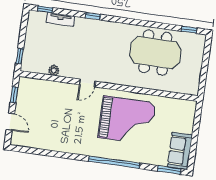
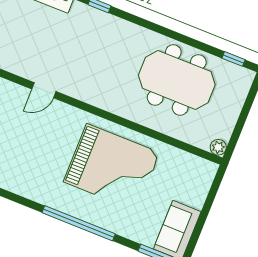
plant: (54, 70) -> (218, 147), moved
door: (87, 83) -> (44, 90), moved

